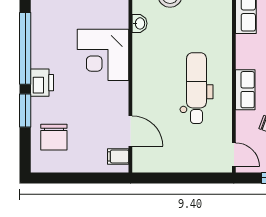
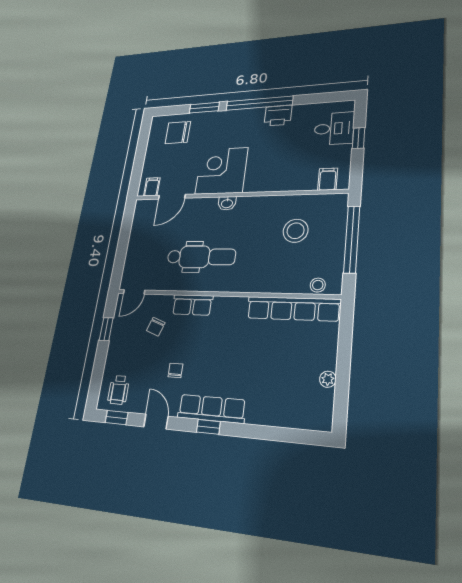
washbasin: (140, 23) -> (227, 203), moved
corner desk: (103, 55) -> (222, 171), moved
printer: (42, 83) -> (278, 116), moved

